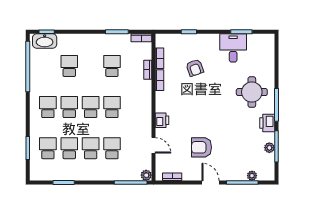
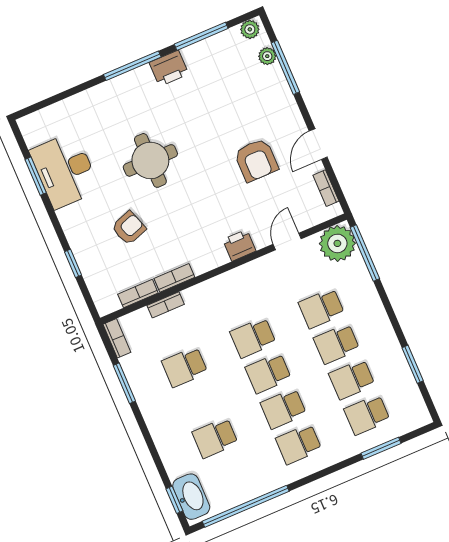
desk: (233, 48) -> (65, 170), width x1.37
round table: (252, 92) -> (150, 160), moved
plant: (269, 148) -> (250, 29), moved
plant: (146, 175) -> (337, 243), width x1.88, depth x1.88
door: (210, 182) -> (318, 144), moved

